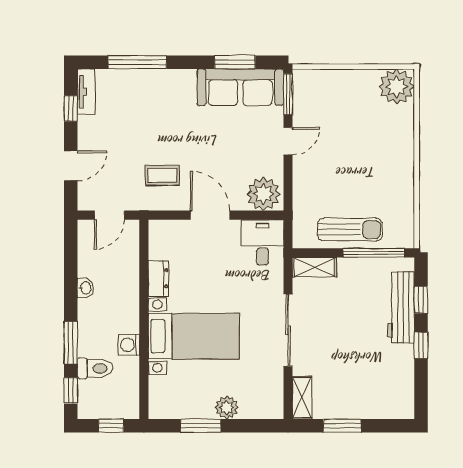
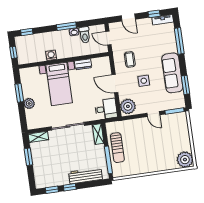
sofa: (240, 87) -> (172, 73), moved
side table: (213, 152) -> (144, 81), added
door: (210, 215) -> (115, 84), swing flipped
window: (421, 300) -> (52, 190), moved
window: (71, 343) -> (66, 26), moved
toilet: (95, 368) -> (85, 35), moved

